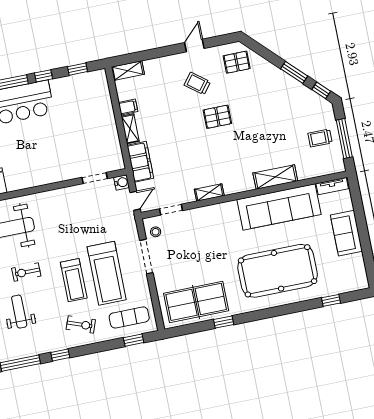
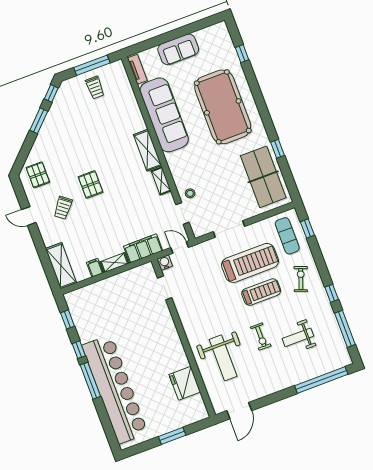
shelving: (128, 71) -> (61, 266), width x1.50, depth x1.33
shelving: (275, 177) -> (147, 150), moved
stool: (156, 232) -> (190, 193), moved

